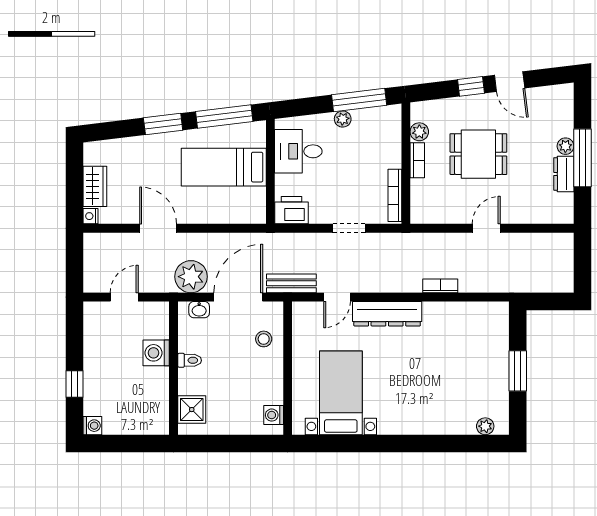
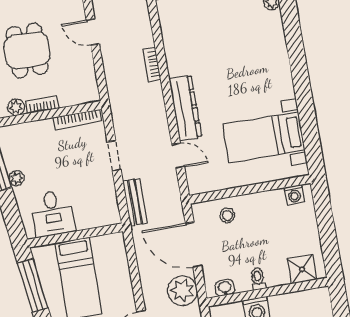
printer: (292, 210) -> (107, 210), removed
bench: (291, 283) -> (135, 202), moved
washbasin: (199, 310) -> (225, 288), moved, turned -90

